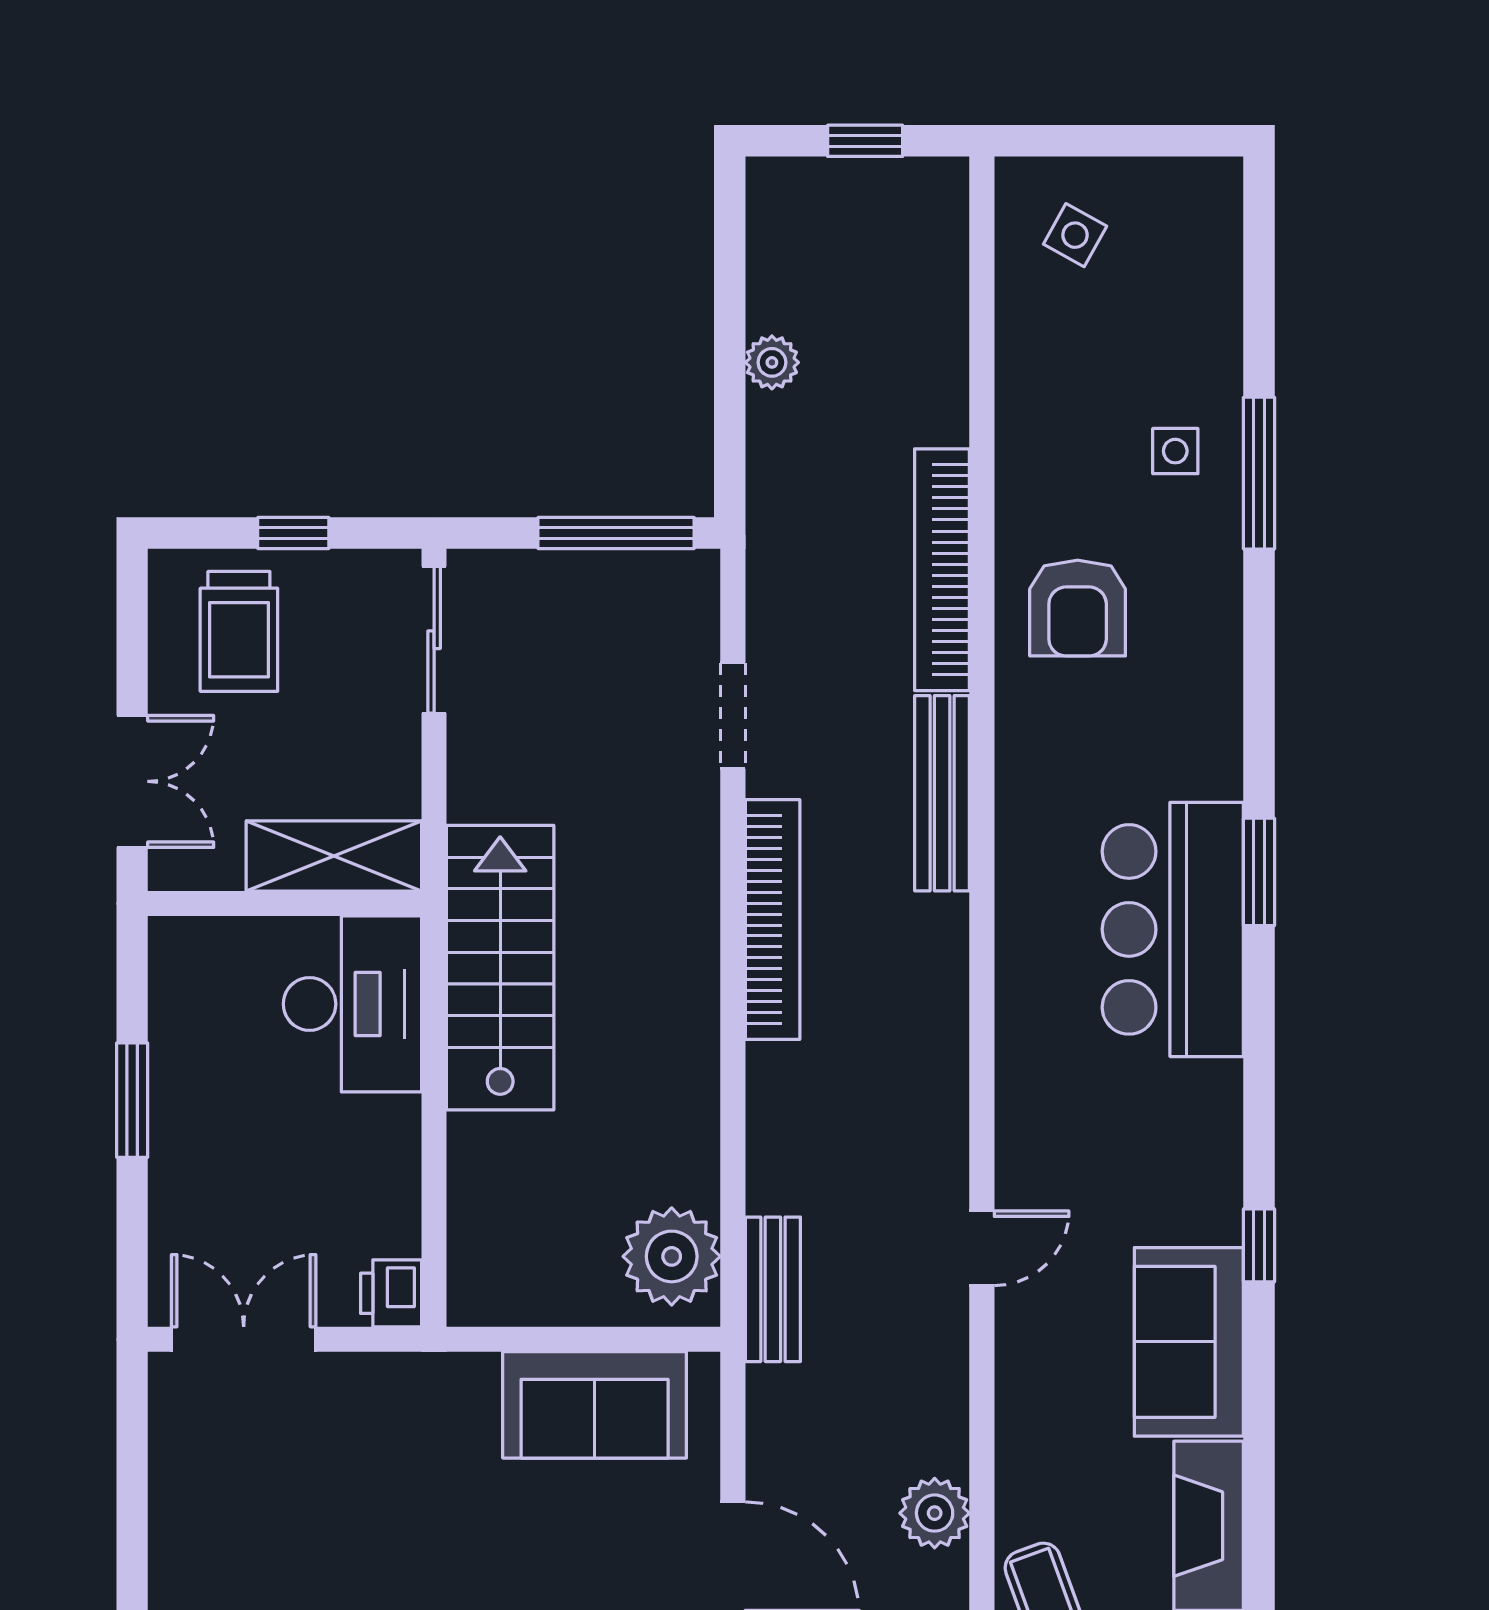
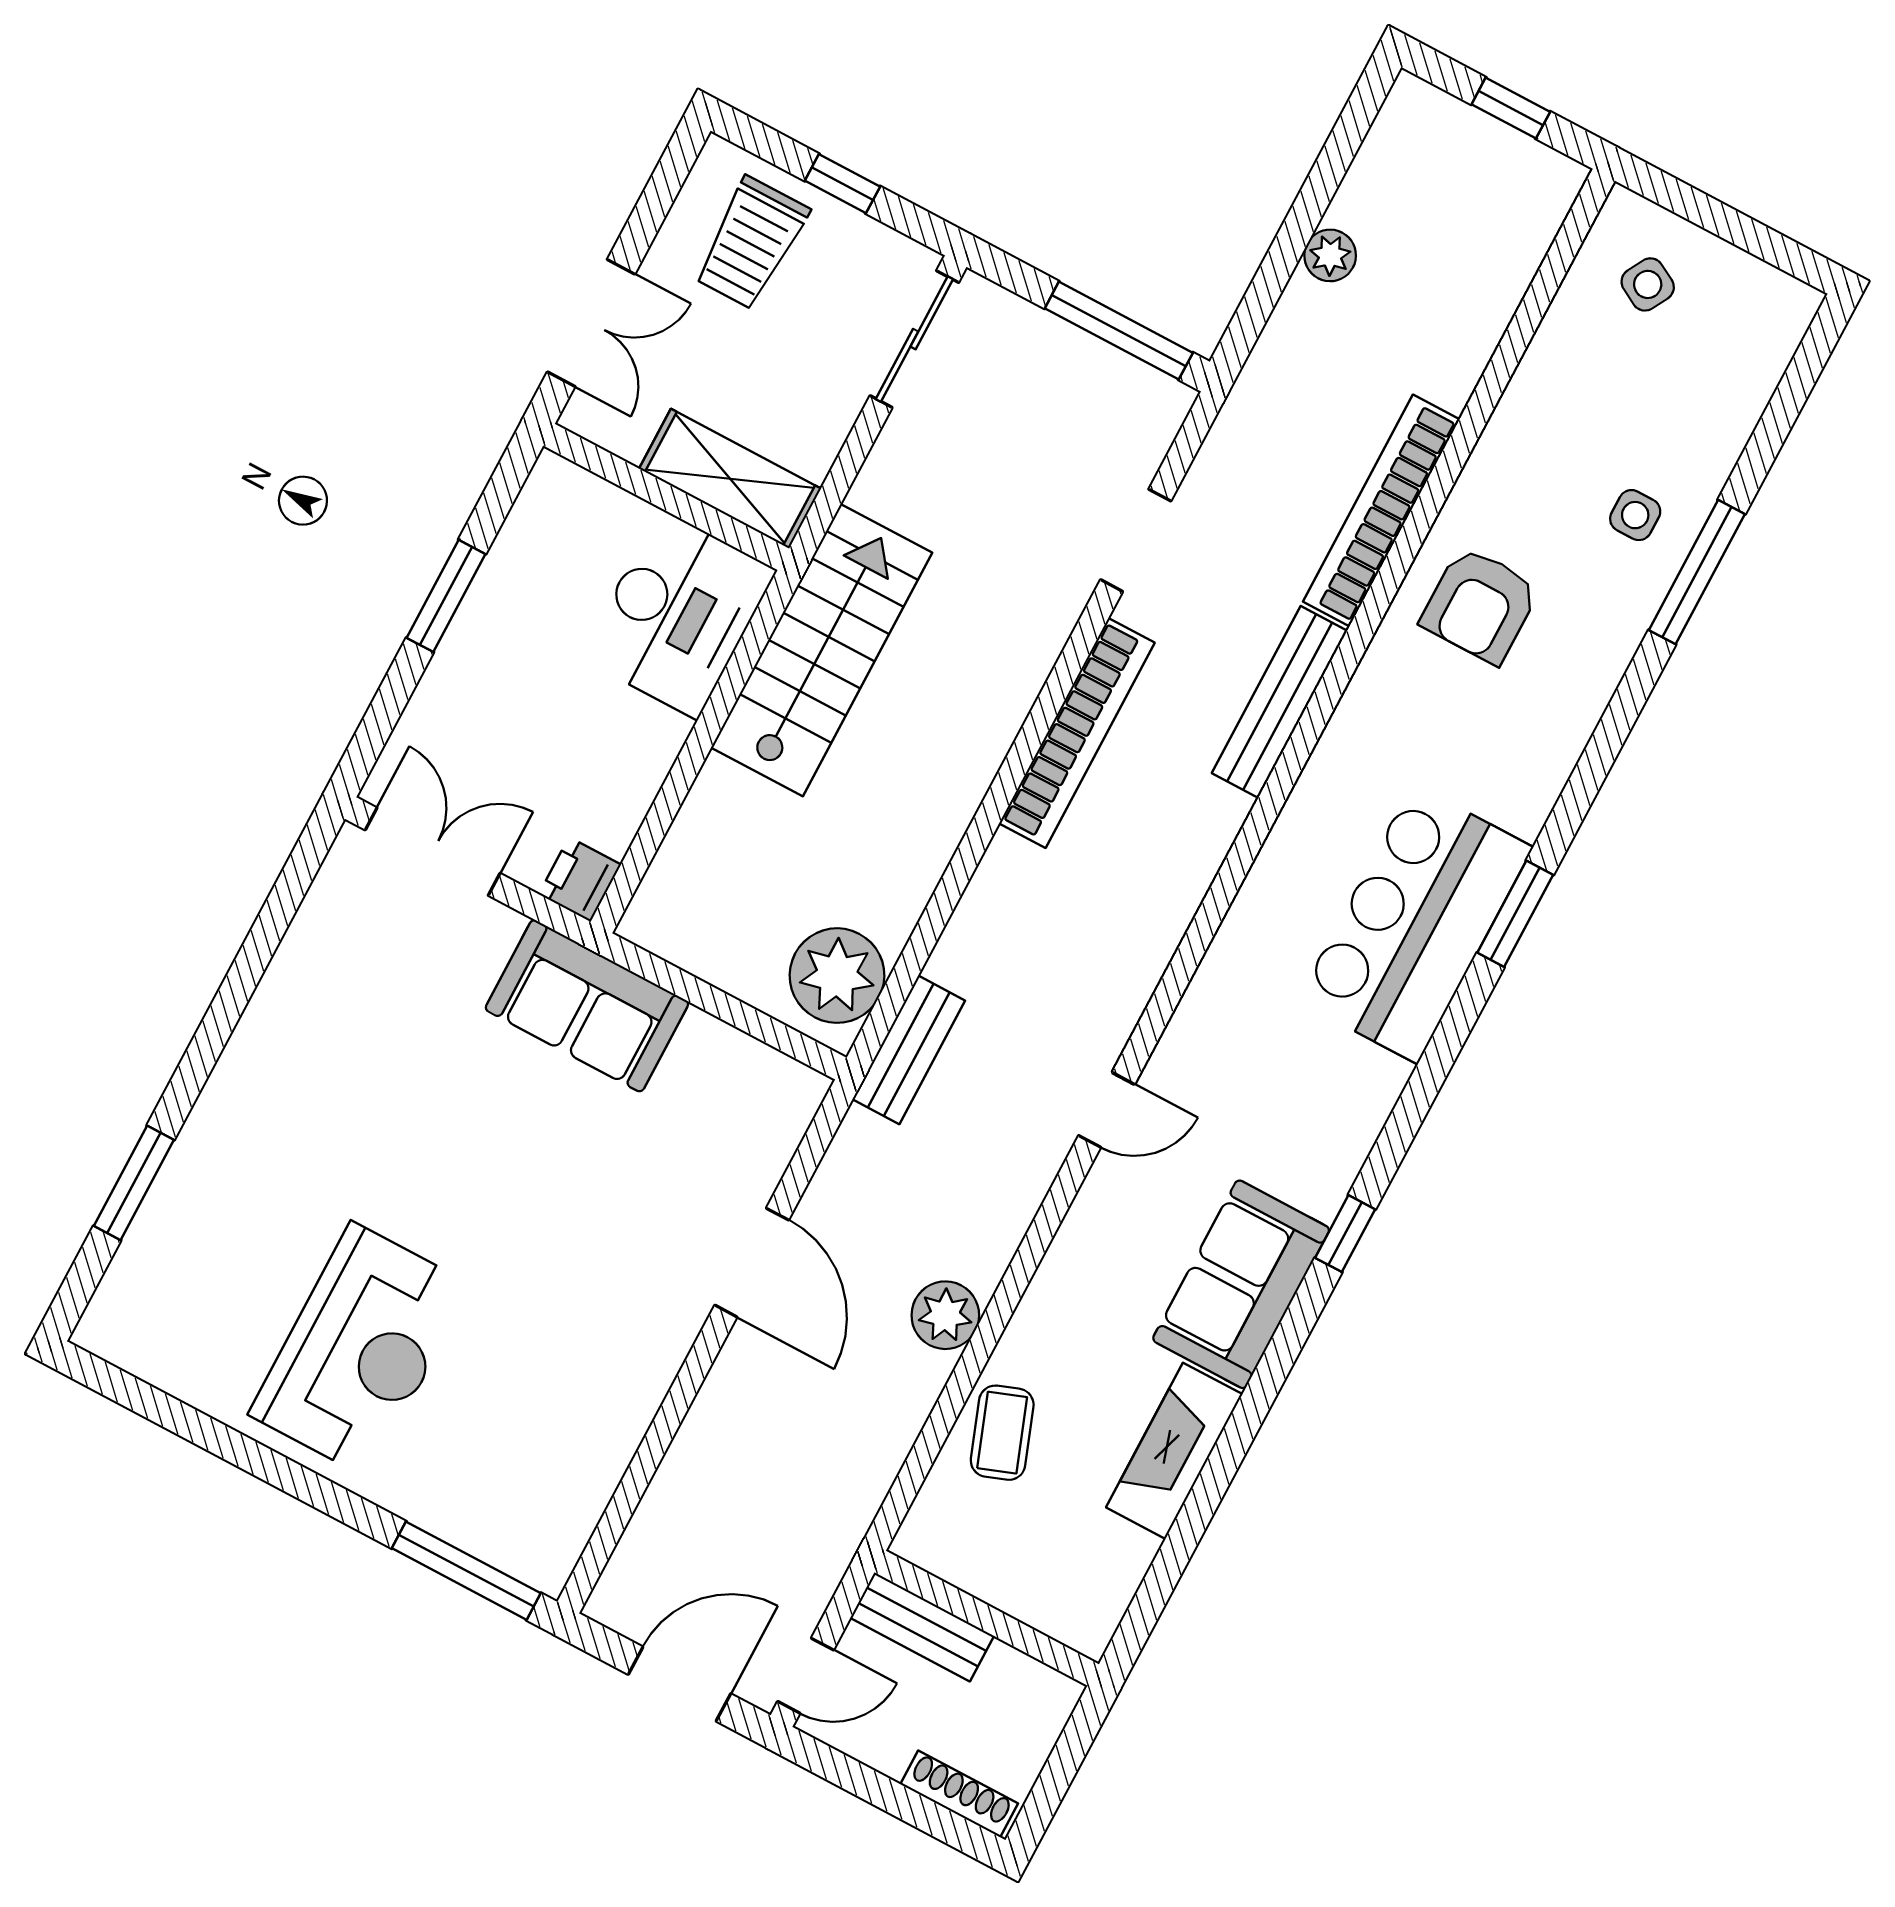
sofa: (595, 1405) -> (587, 1006), moved

